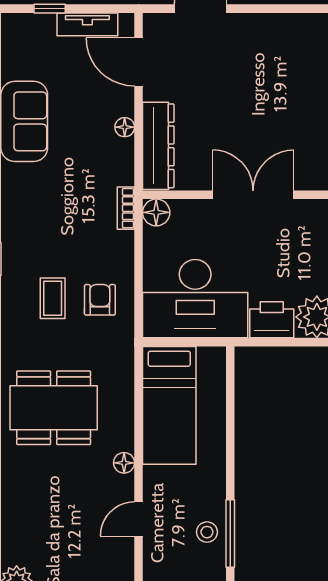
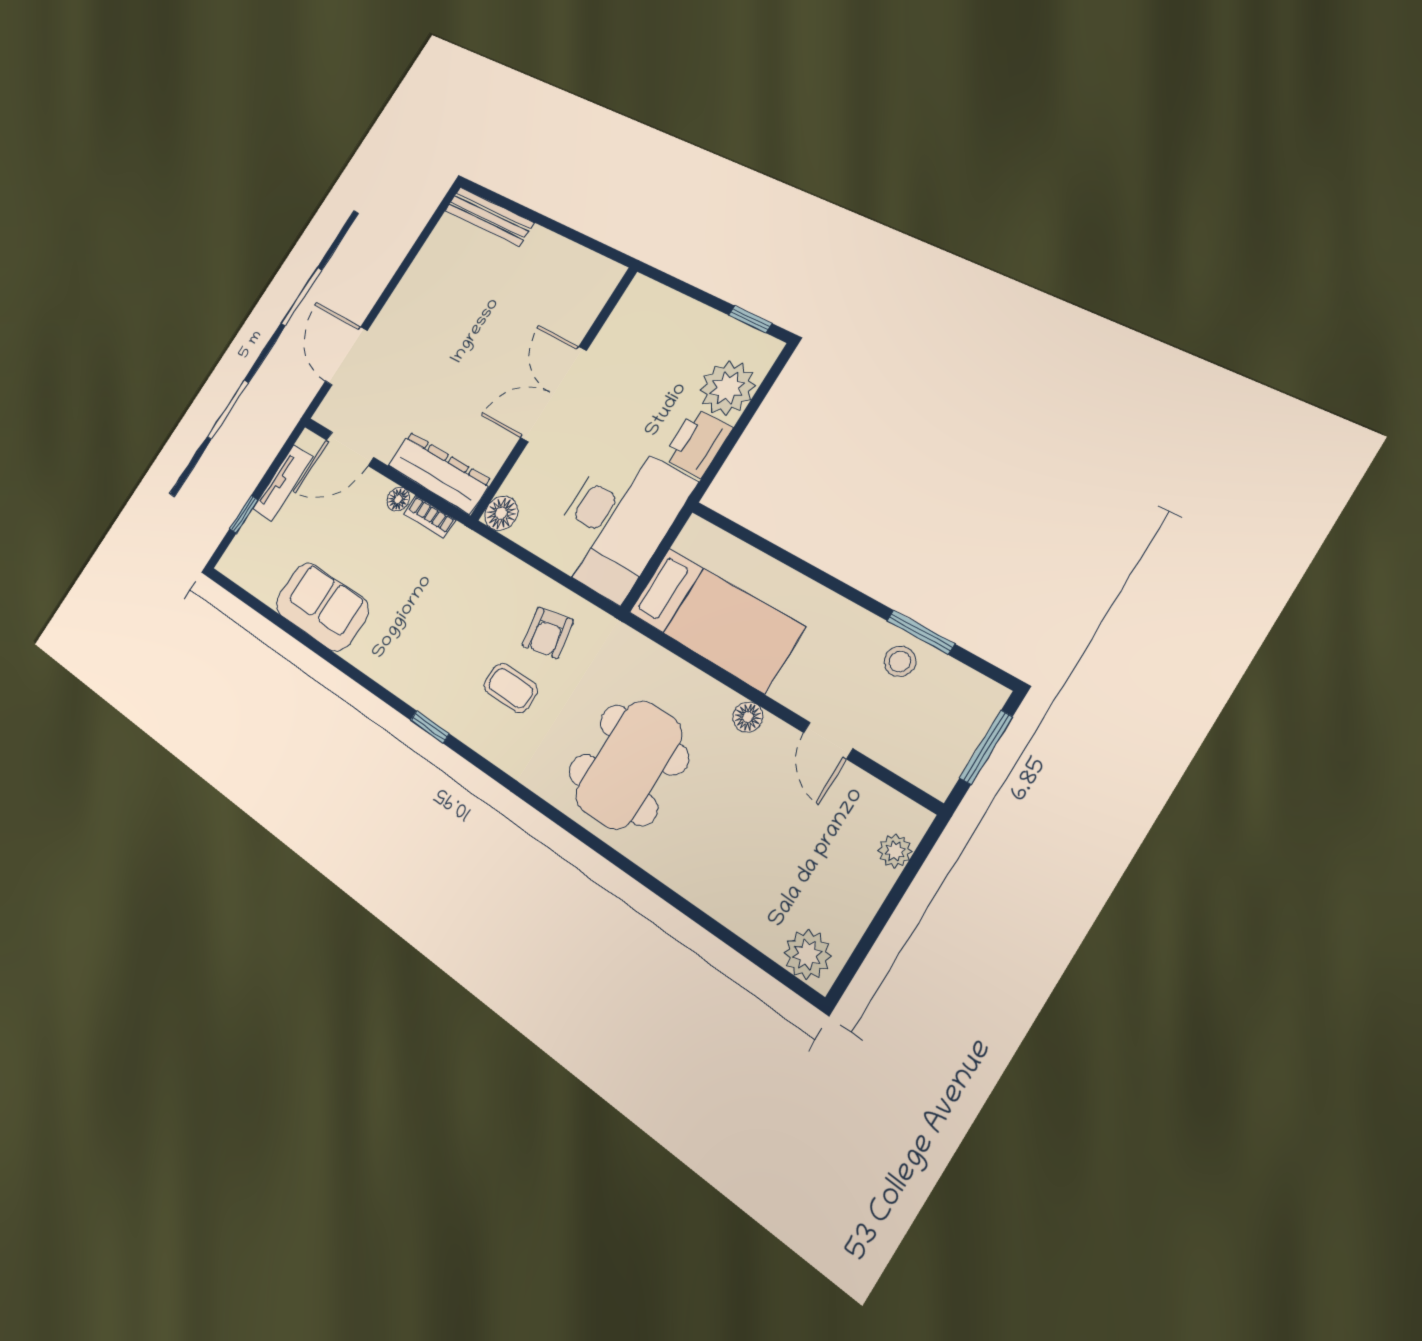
bookcase: (126, 208) -> (430, 517), moved
armchair: (100, 300) -> (548, 633), turned -101
window: (230, 533) -> (920, 632), width x0.69

